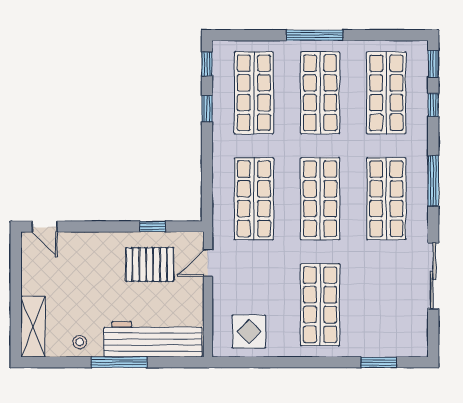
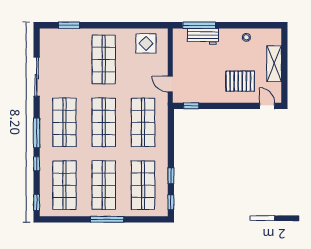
window: (433, 105) -> (37, 164), moved
window: (153, 227) -> (191, 106), moved
door: (208, 263) -> (170, 84), swing flipped
pallet: (150, 265) -> (240, 81), moved
shelving: (33, 327) -> (274, 64), moved
workbench: (153, 339) -> (203, 36), width x0.53, depth x0.76
window: (119, 362) -> (199, 25), moved

